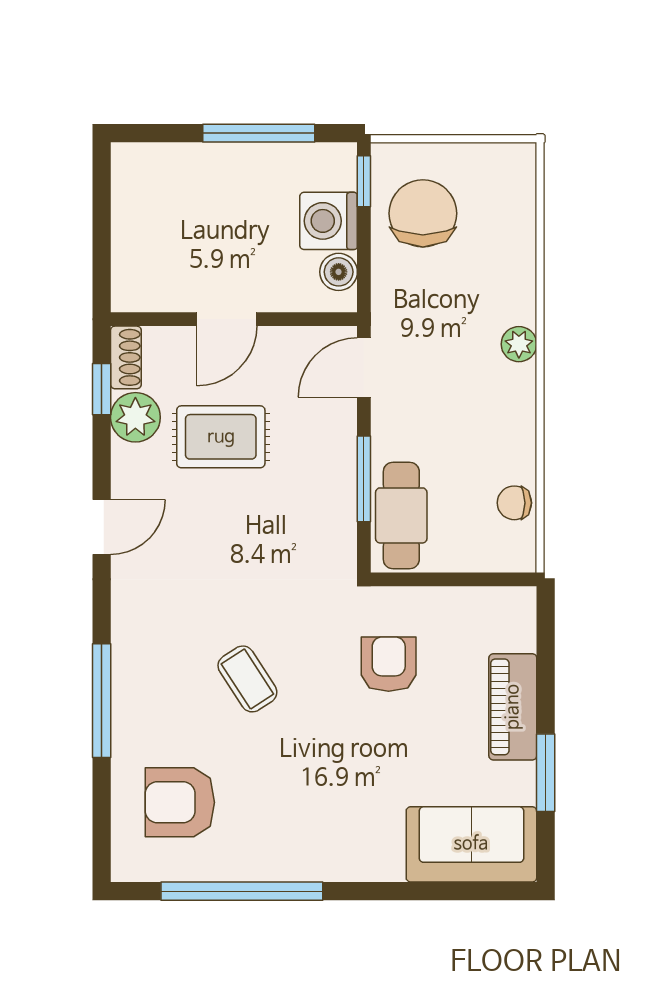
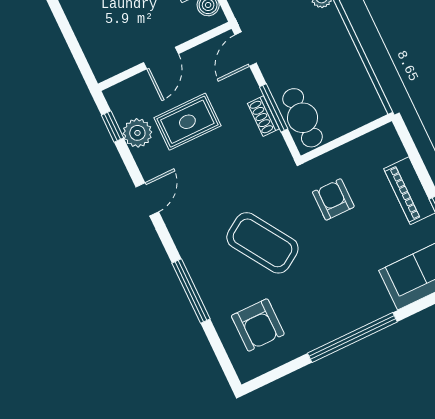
shoe rack: (126, 357) -> (263, 116), moved, turned 180
chair: (514, 503) -> (359, 83), removed
coffee table: (247, 679) -> (262, 243), width x1.86, depth x1.72
armchair: (180, 802) -> (258, 325), turned -90
window: (242, 891) -> (352, 337), moved

